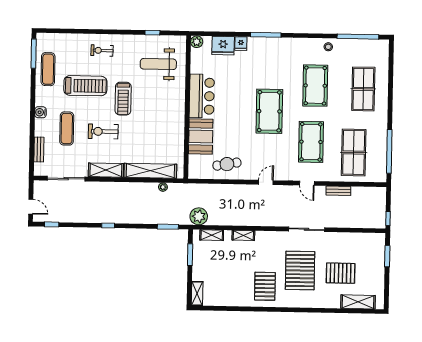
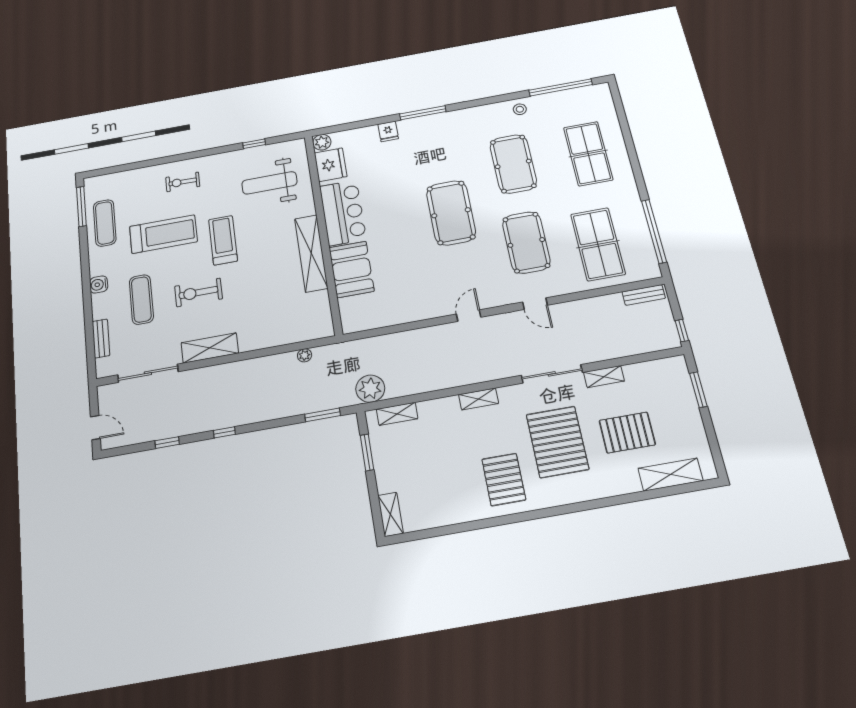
fridge: (223, 46) -> (331, 165), moved, turned -90
treadmill: (123, 99) -> (223, 240), turned 180
cafe table: (227, 164) -> (401, 301), removed
shelving: (150, 171) -> (311, 253), moved, turned 90
bench: (338, 191) -> (644, 295), moved
window: (52, 224) -> (167, 443), moved
shelving: (243, 235) -> (479, 399), moved
shelving: (336, 237) -> (604, 377), added

